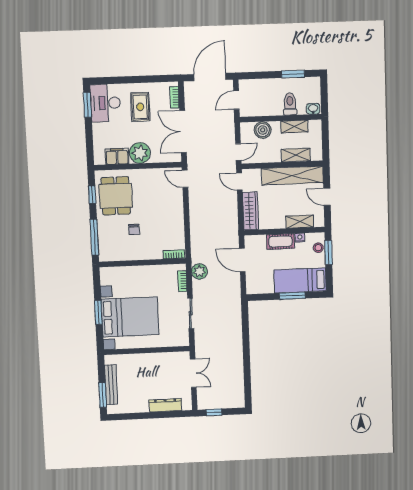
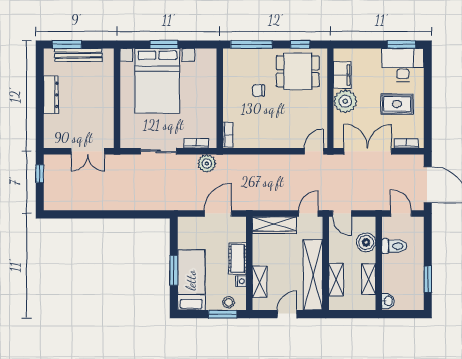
toilet: (290, 104) -> (394, 246), moved
dresser: (165, 405) -> (51, 95), moved

